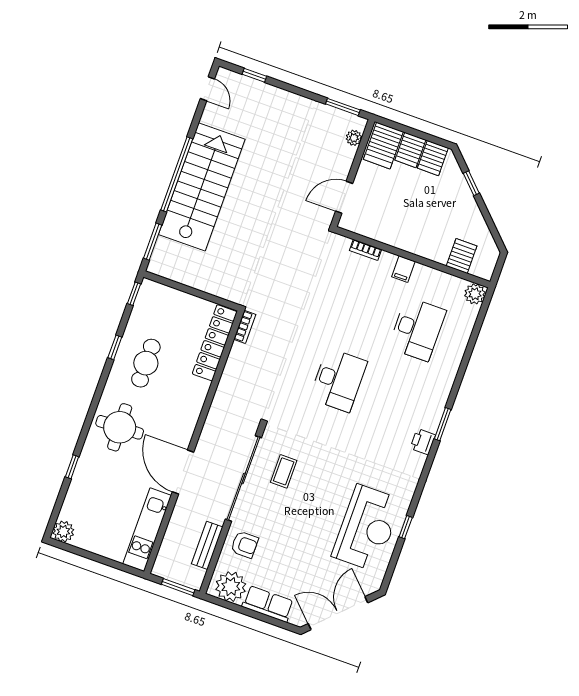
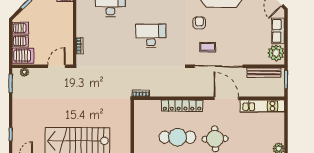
door: (344, 197) -> (57, 66), swing flipped
filing cabinet: (403, 269) -> (82, 23), removed
locker: (215, 343) -> (182, 106), moved
cafe table: (146, 363) -> (177, 137), width x1.37, depth x1.35
door: (183, 472) -> (226, 98), swing flipped
bench: (207, 545) -> (264, 73), width x1.36
armchair: (245, 545) -> (199, 23), moved

